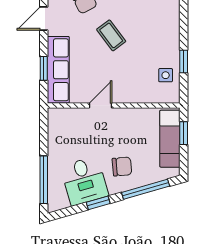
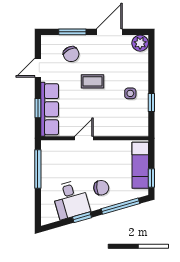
coffee table: (111, 35) -> (92, 81), turned -53
side table: (166, 75) -> (130, 93), moved
window: (184, 133) -> (151, 178), moved
window: (44, 180) -> (38, 169), moved

